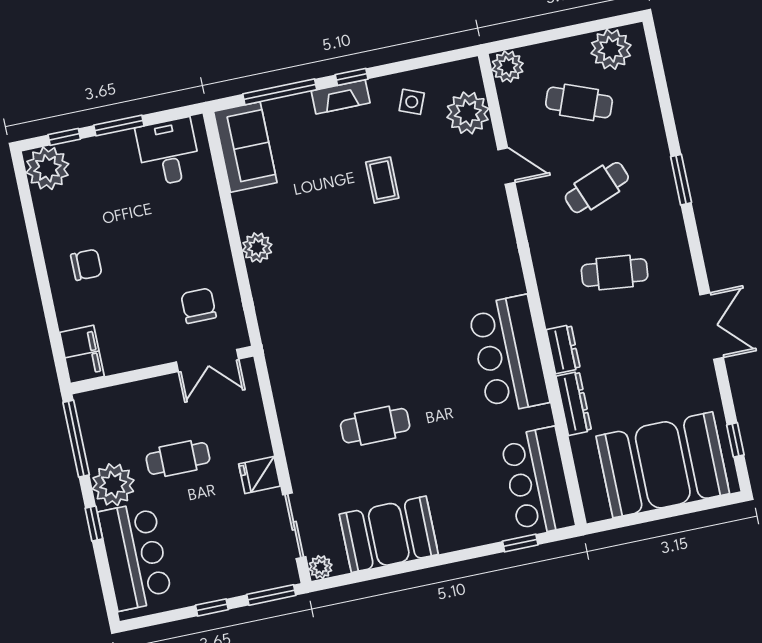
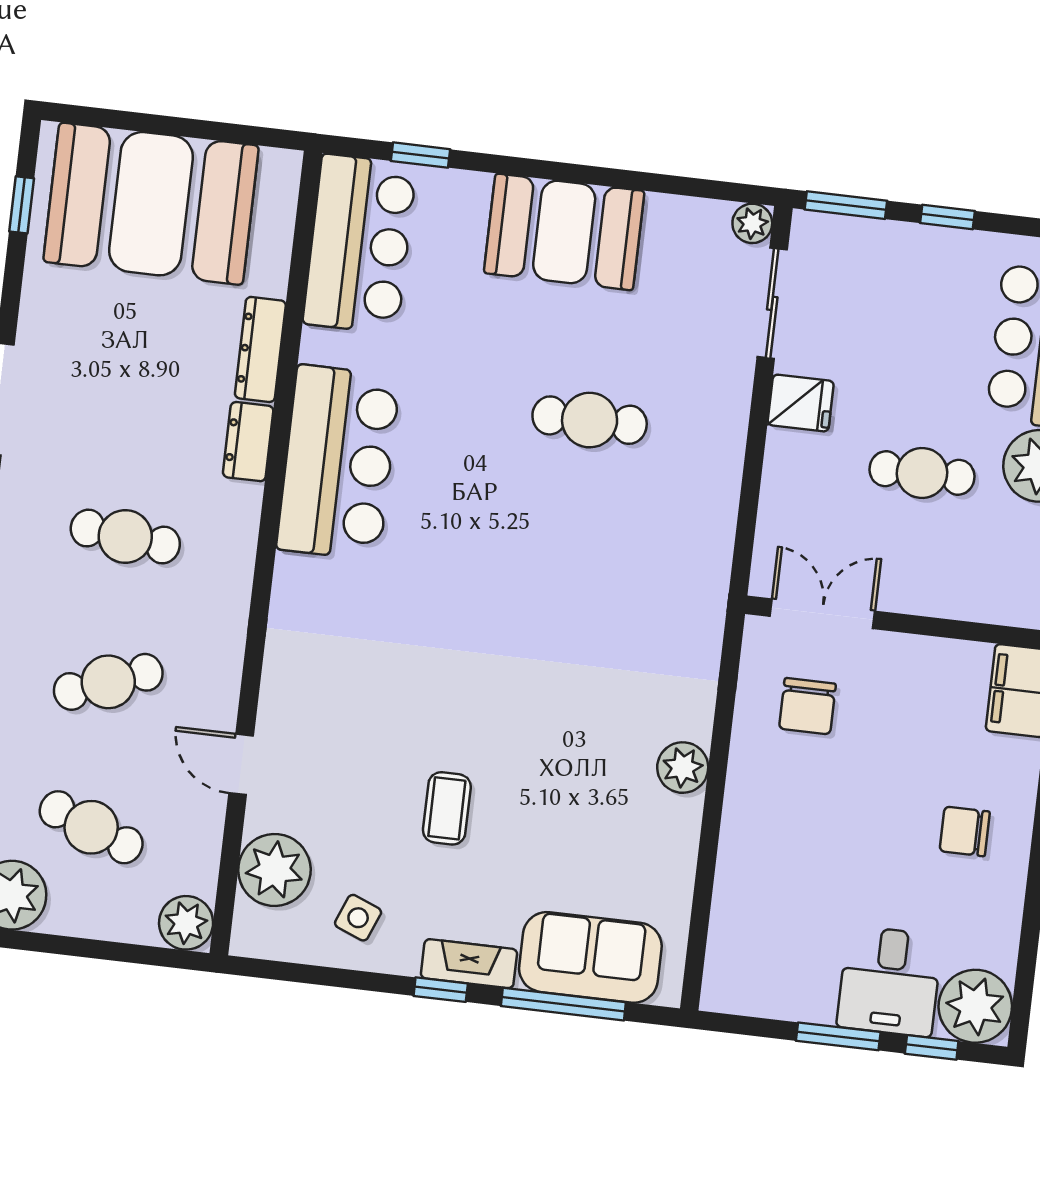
sofa: (245, 147) -> (590, 957), moved, turned 90
desk: (168, 152) -> (890, 981), moved
booth: (389, 534) -> (564, 232), moved

